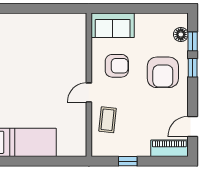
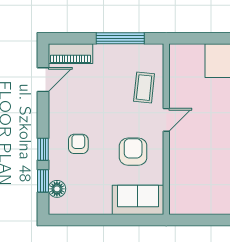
armchair: (117, 66) -> (133, 152), turned 90
armchair: (163, 72) -> (78, 144), width x0.53, depth x0.53
window: (128, 161) -> (120, 38), width x2.17

